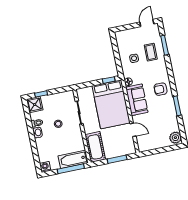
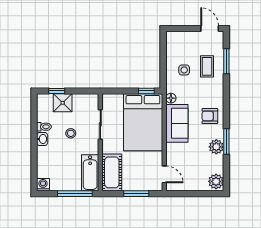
door: (147, 23) -> (210, 28), hinge flipped
shower: (35, 105) -> (63, 103), moved
plant: (170, 111) -> (216, 147), added
door: (133, 130) -> (164, 174), moved
bathtub: (73, 159) -> (90, 173), moved, turned -90

